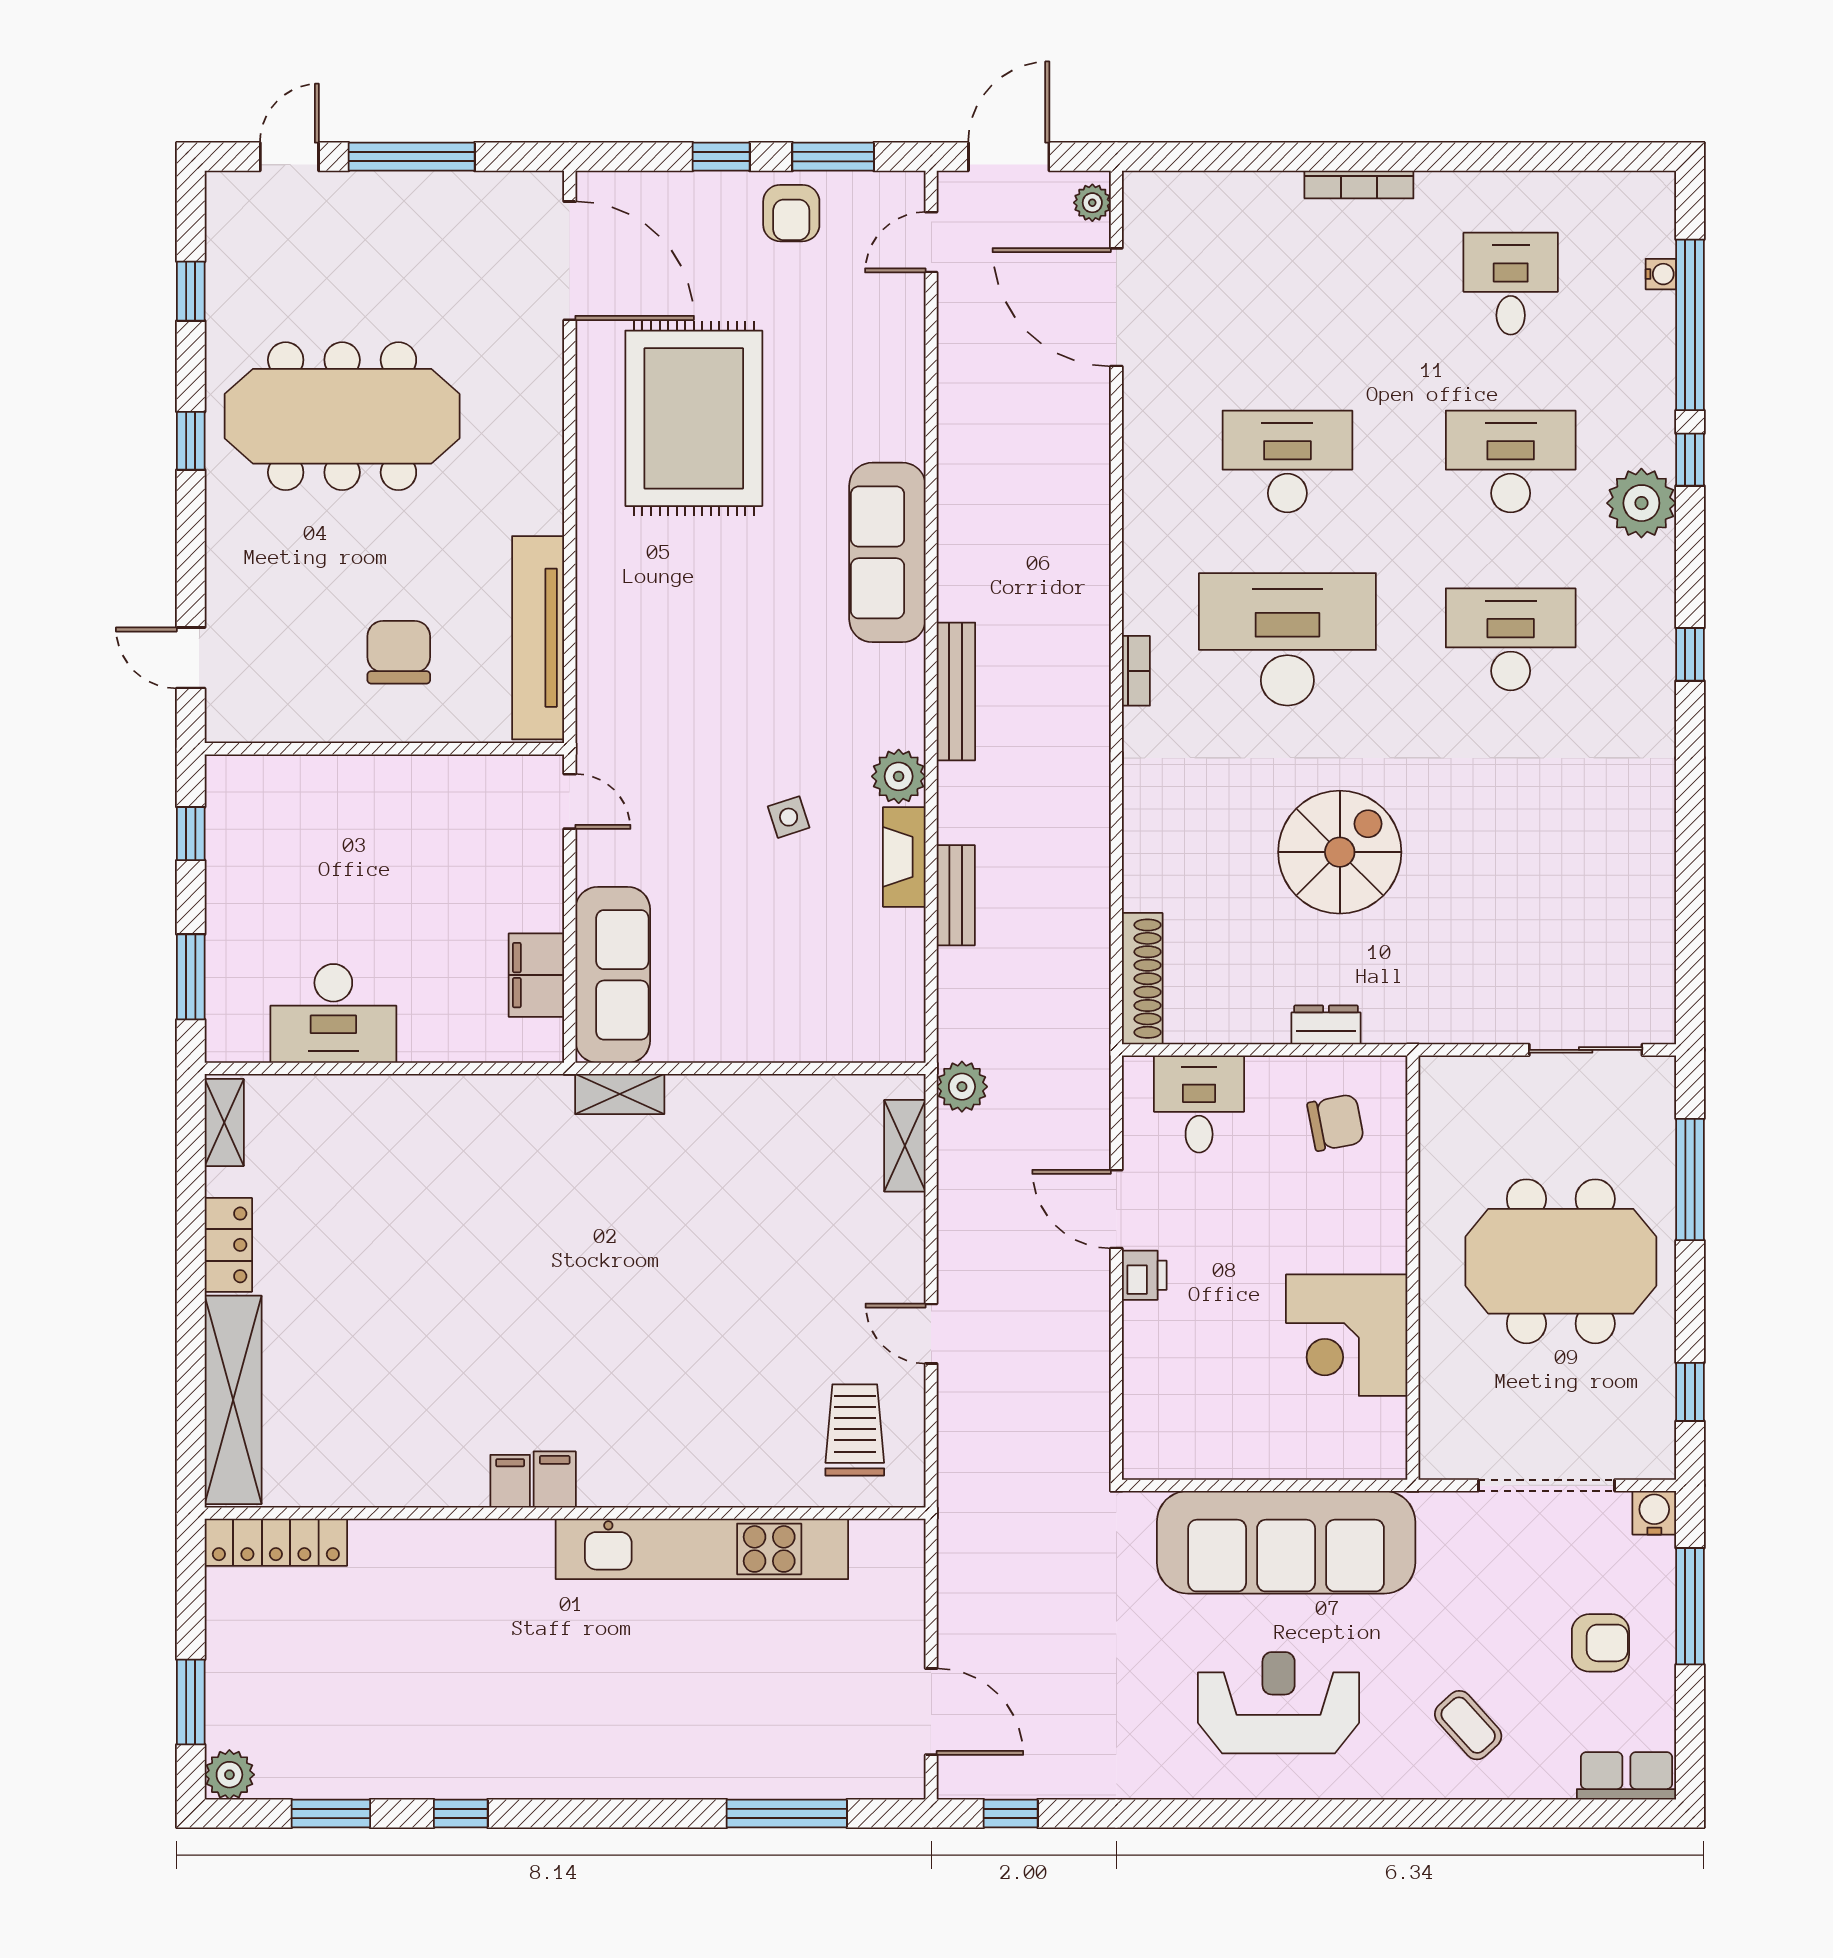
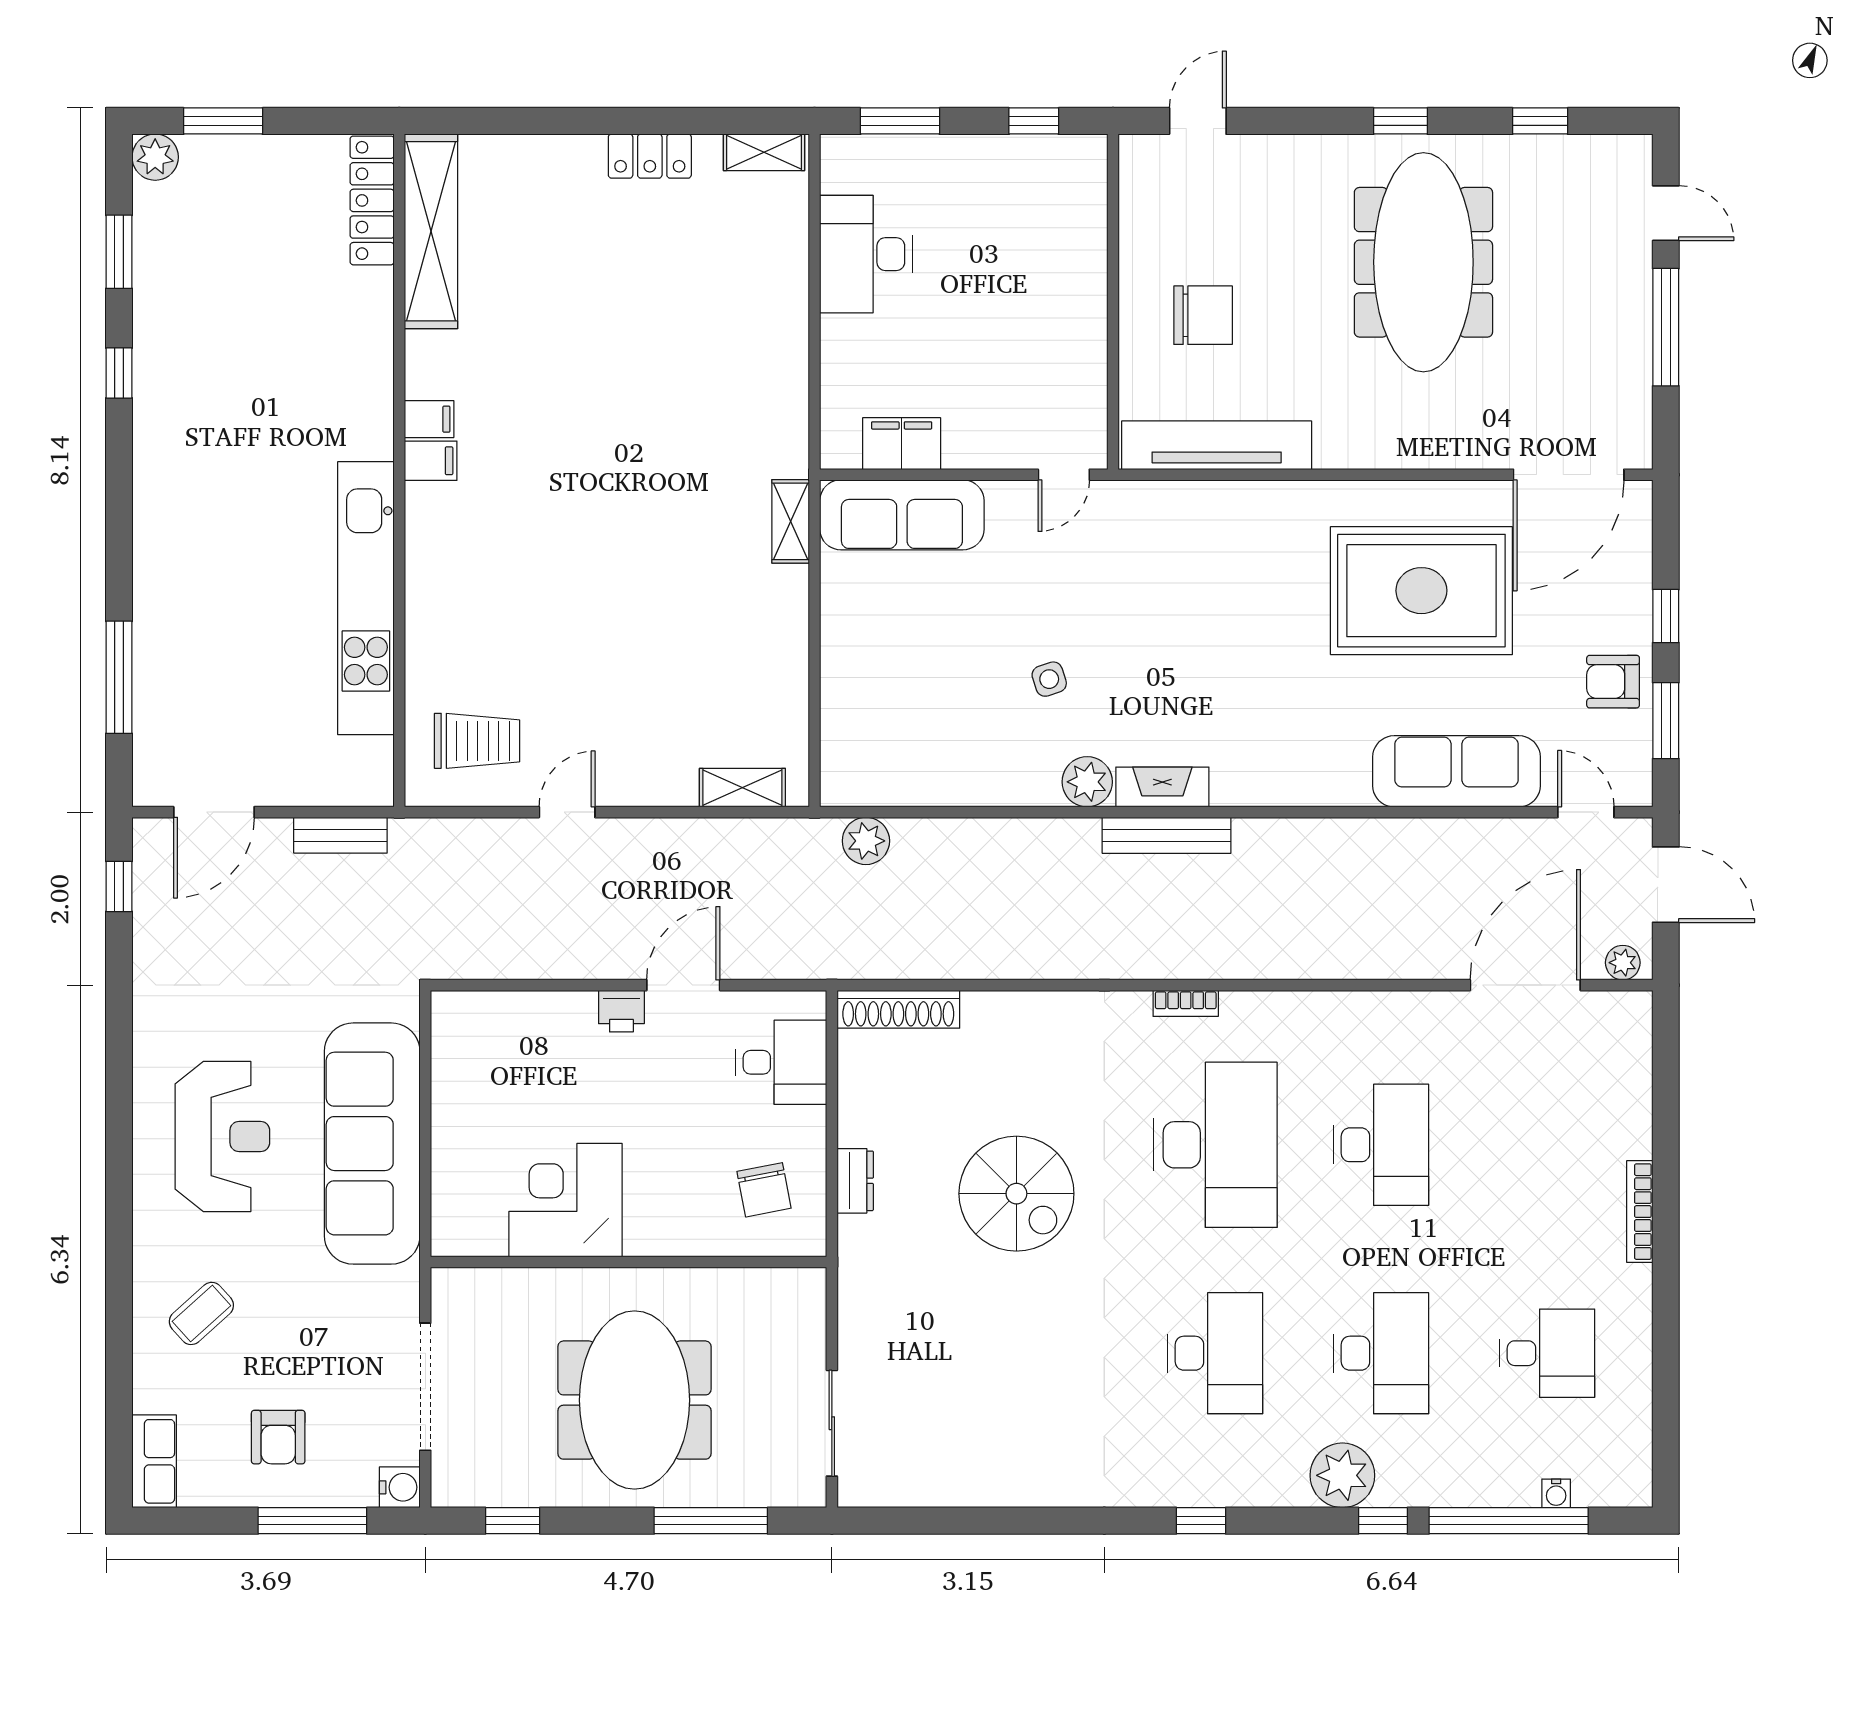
sofa: (887, 552) -> (1456, 771), moved
fireplace: (904, 857) -> (1162, 787), moved
bench: (956, 895) -> (340, 835), moved
plant: (962, 1087) -> (866, 841), moved
shelving: (233, 1400) -> (431, 231), moved, turned 90

